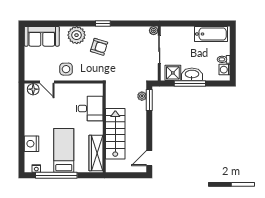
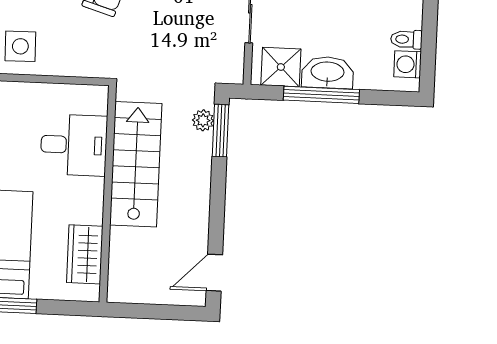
stairs: (115, 134) -> (136, 164), moved
wardrobe: (96, 153) -> (85, 254), width x0.67

